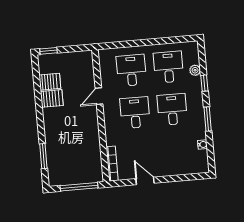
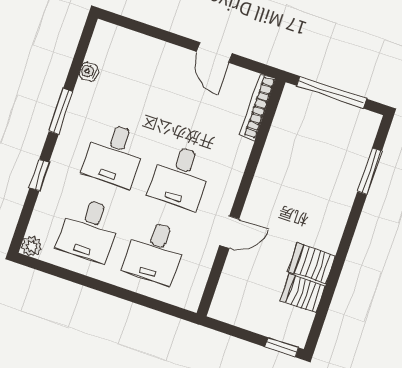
plant: (195, 70) -> (31, 246), moved

